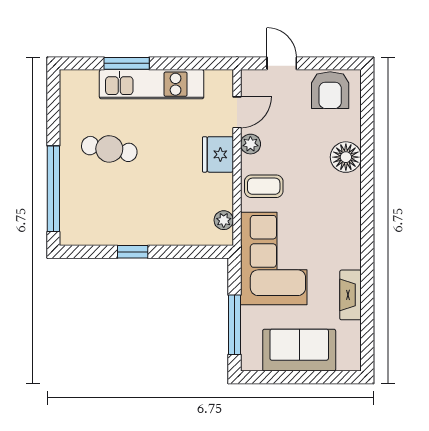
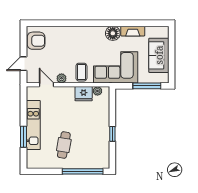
fridge: (218, 154) -> (84, 94), moved
floor lamp: (346, 157) -> (113, 33), moved

